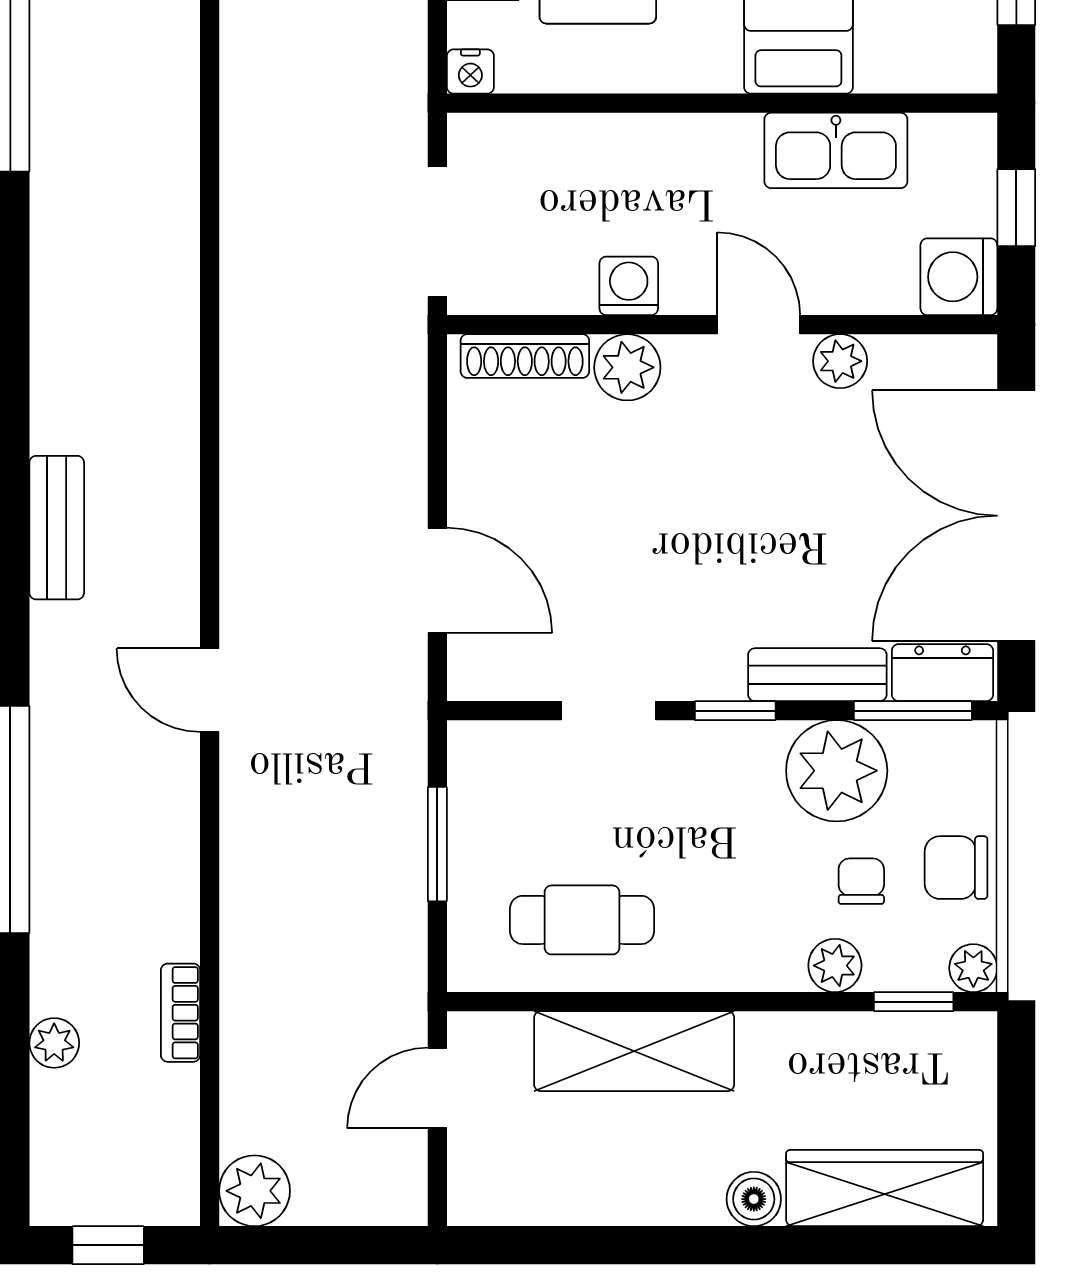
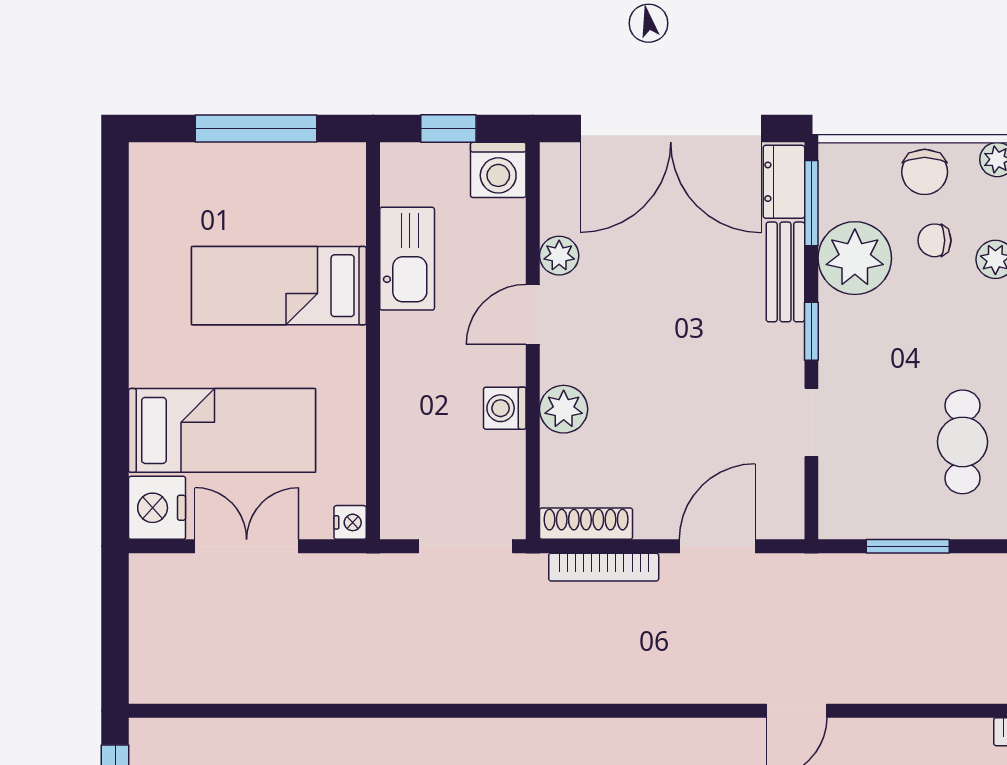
shoe rack: (525, 356) -> (586, 524), moved, turned -90
bookcase: (408, 423) -> (604, 567), added

